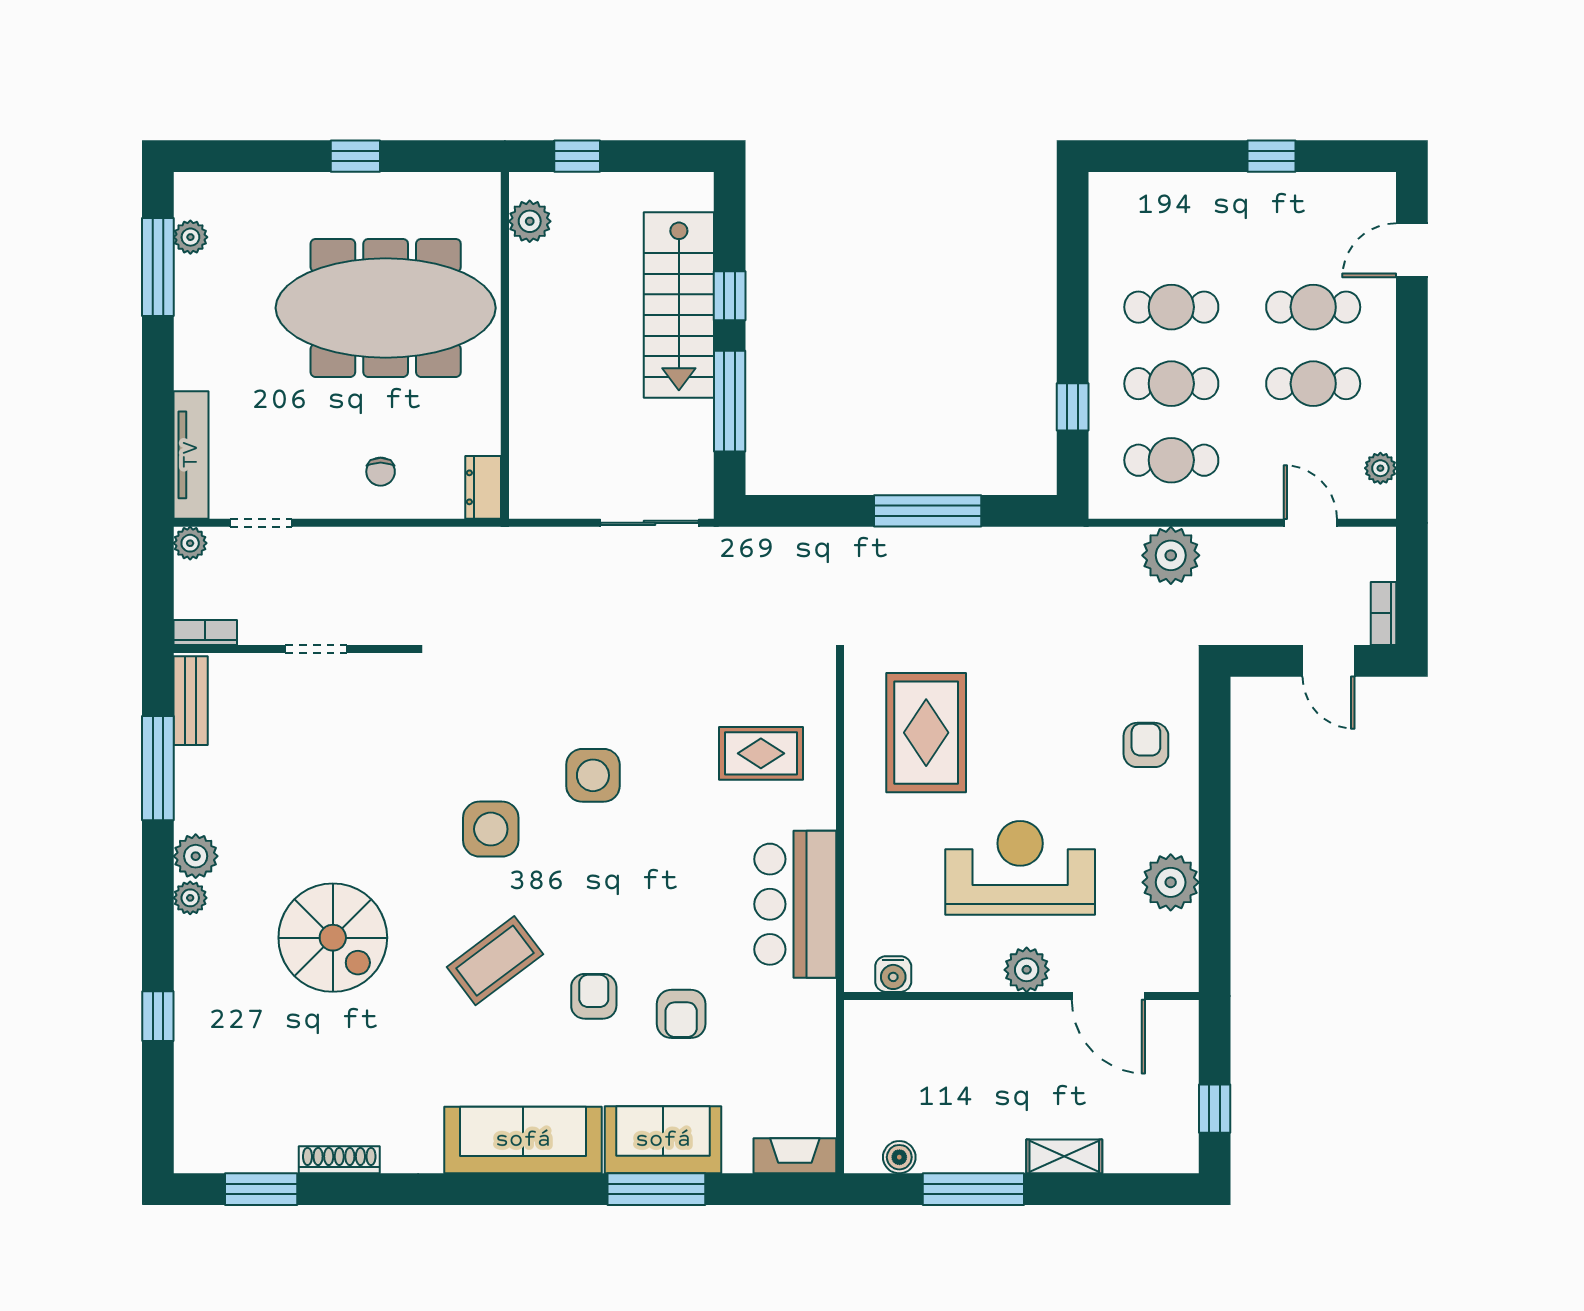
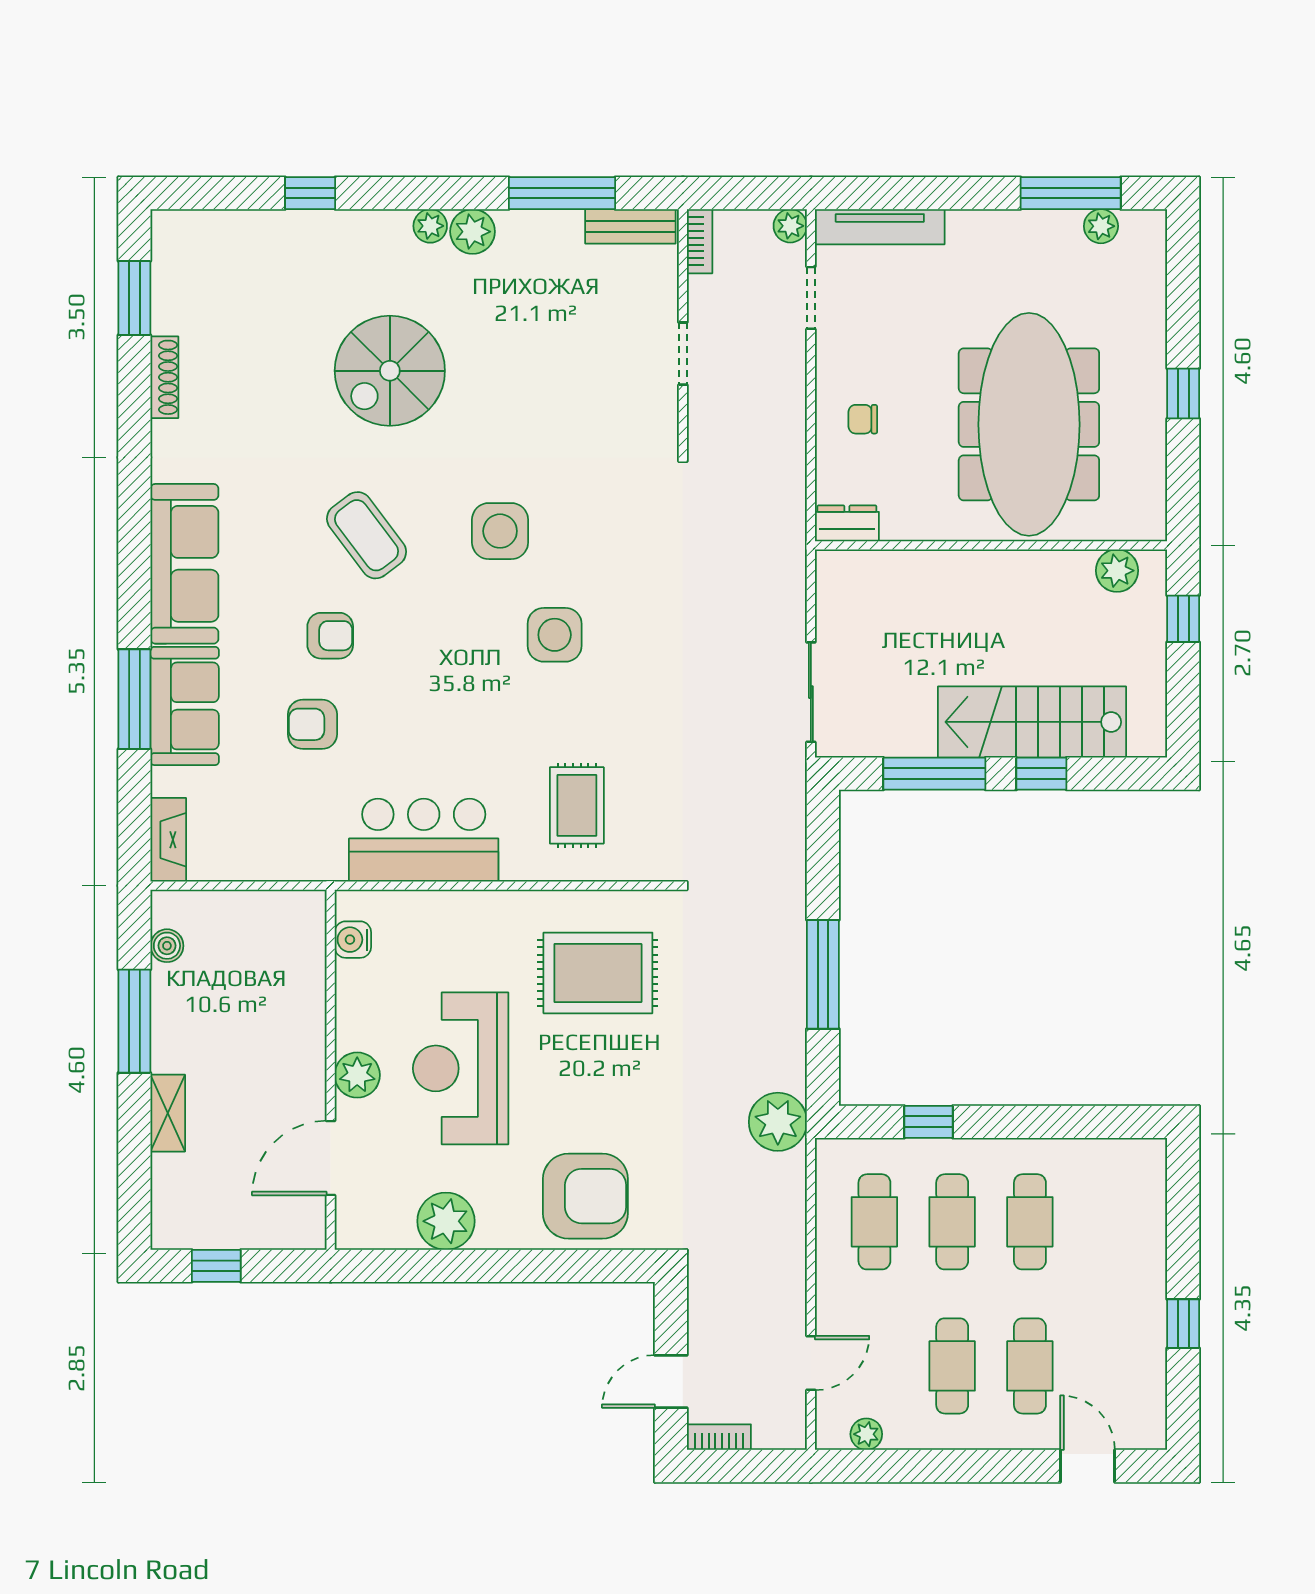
plant: (1171, 555) -> (778, 1122), moved
armchair: (1146, 745) -> (585, 1196), width x1.88, depth x1.88
reception desk: (1020, 868) -> (461, 1068), turned 180

